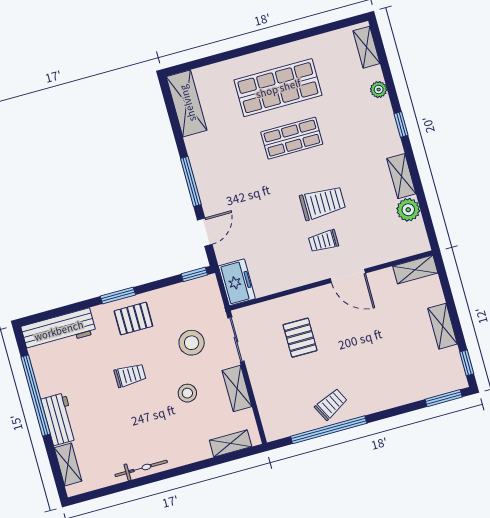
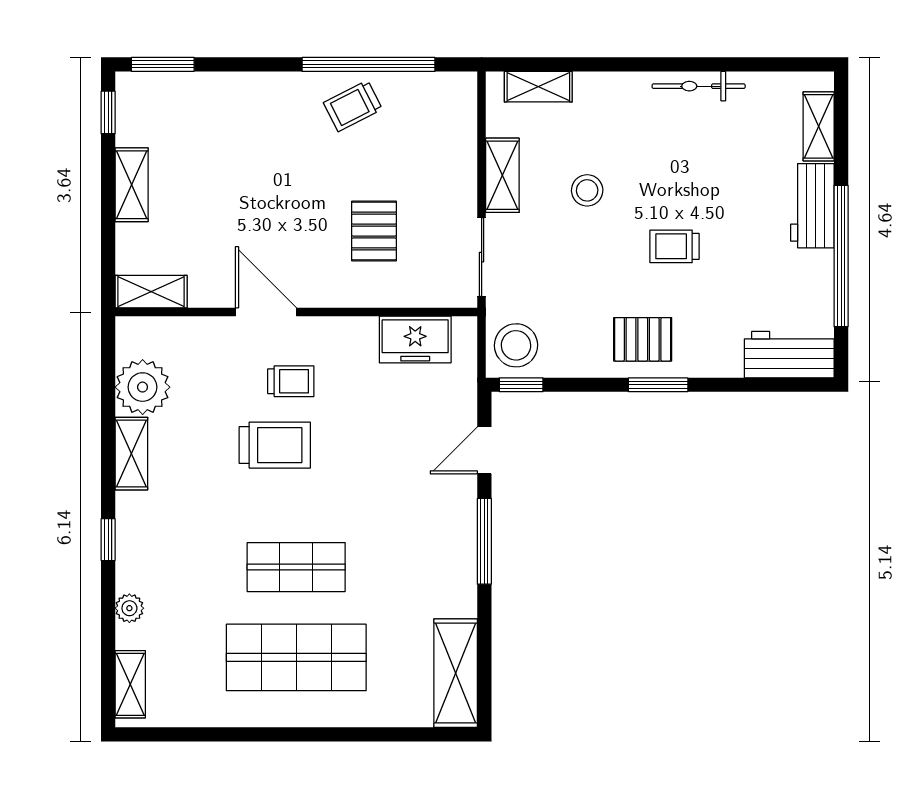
trolley: (323, 203) -> (275, 445), turned 180
plant: (408, 210) -> (143, 387), width x1.36, depth x1.36
freezer: (237, 282) -> (415, 340), moved, turned -90
workbench: (59, 330) -> (789, 355), width x0.73
stool: (192, 343) -> (516, 345), moved

